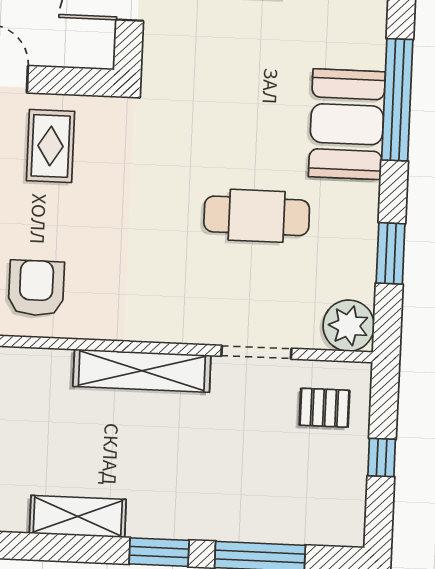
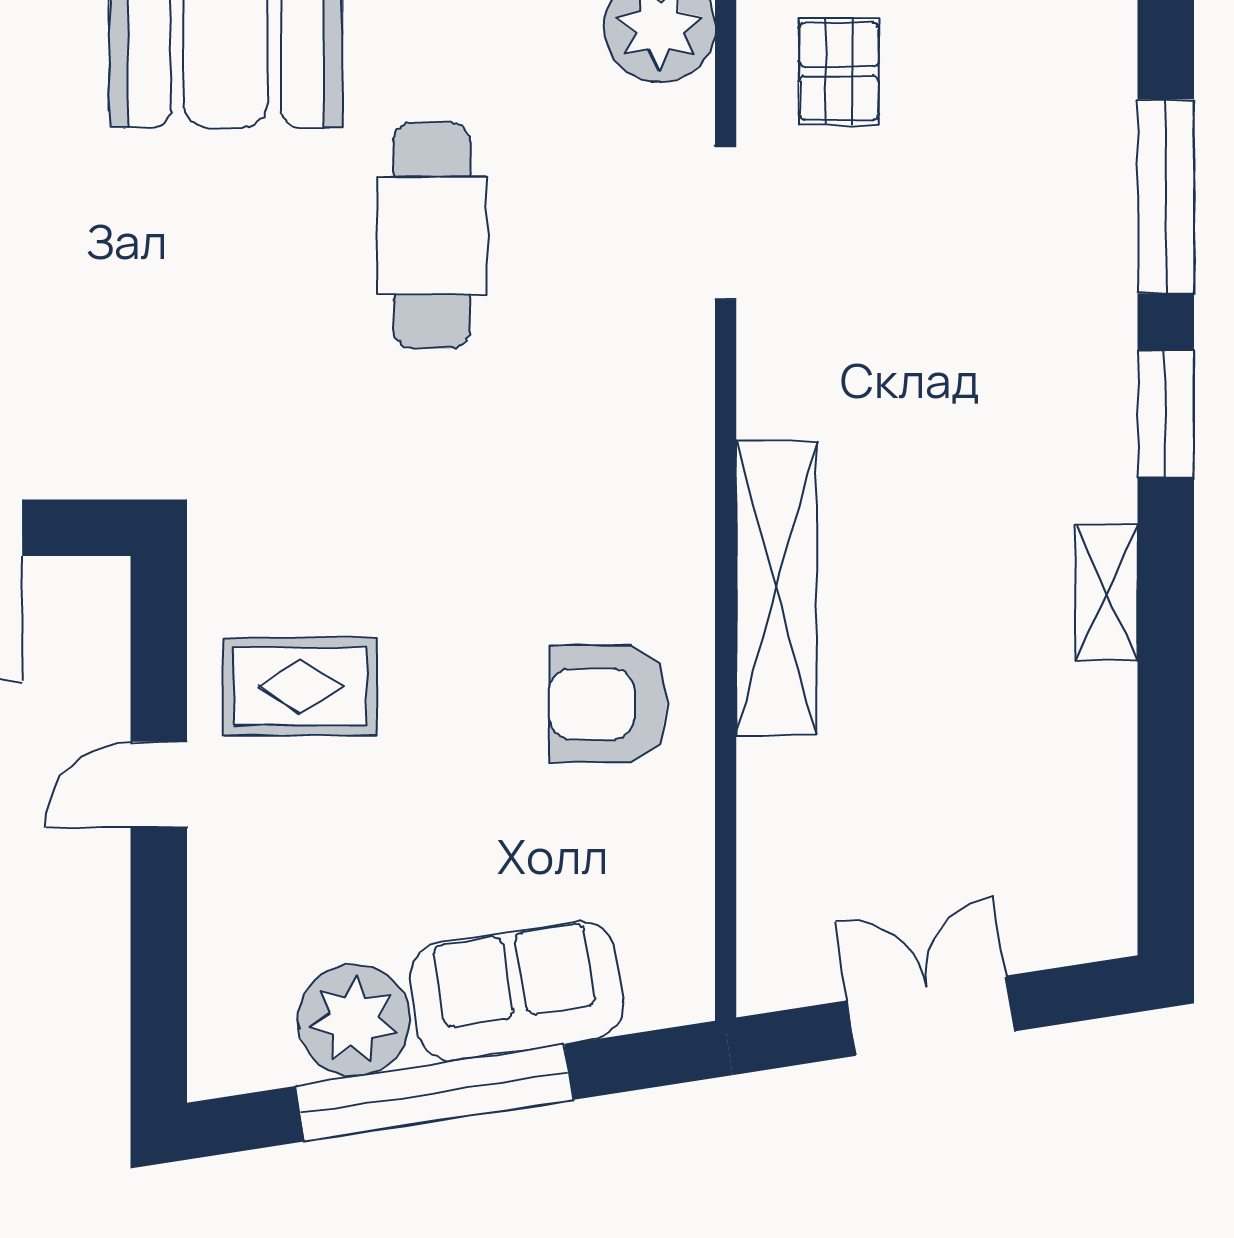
shelving: (142, 371) -> (776, 588), moved
shelving: (78, 516) -> (1107, 593), width x0.67, depth x0.75

